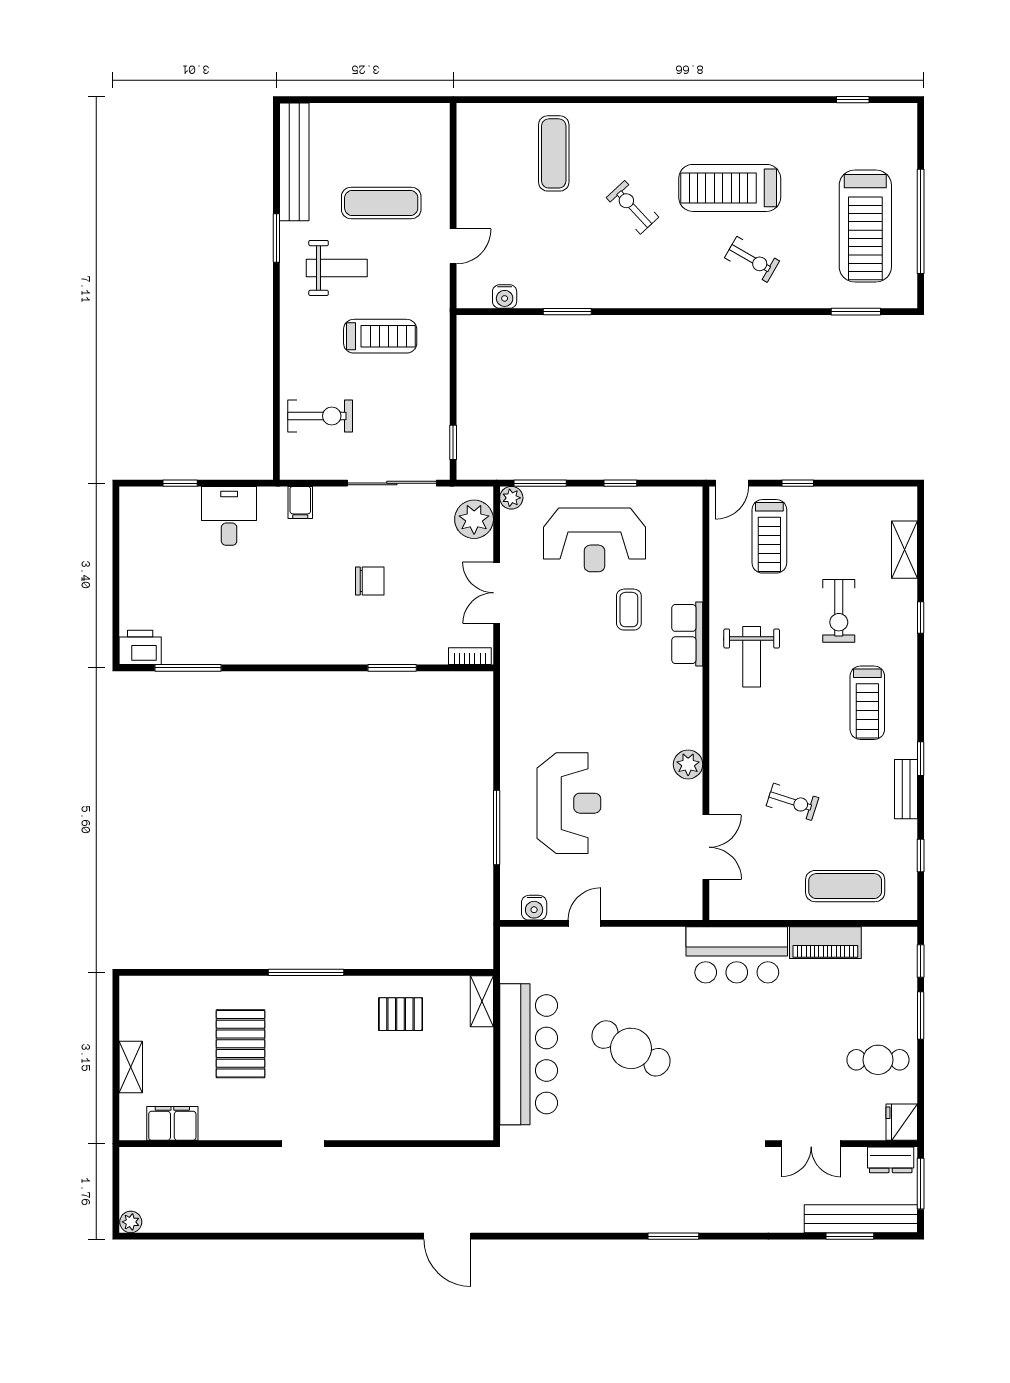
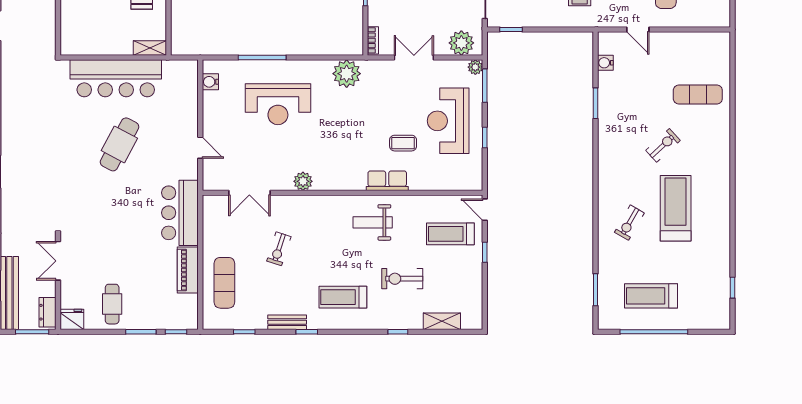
treadmill: (865, 226) -> (651, 296), width x0.73, depth x0.73
plant: (522, 697) -> (347, 74), added
door: (584, 923) -> (200, 148), moved

